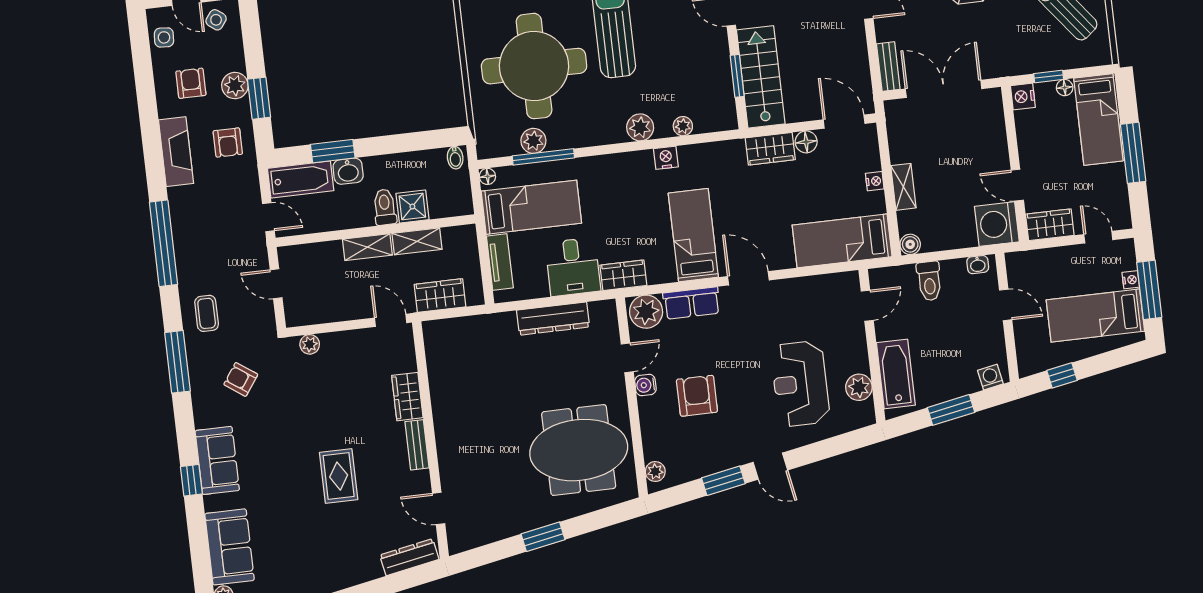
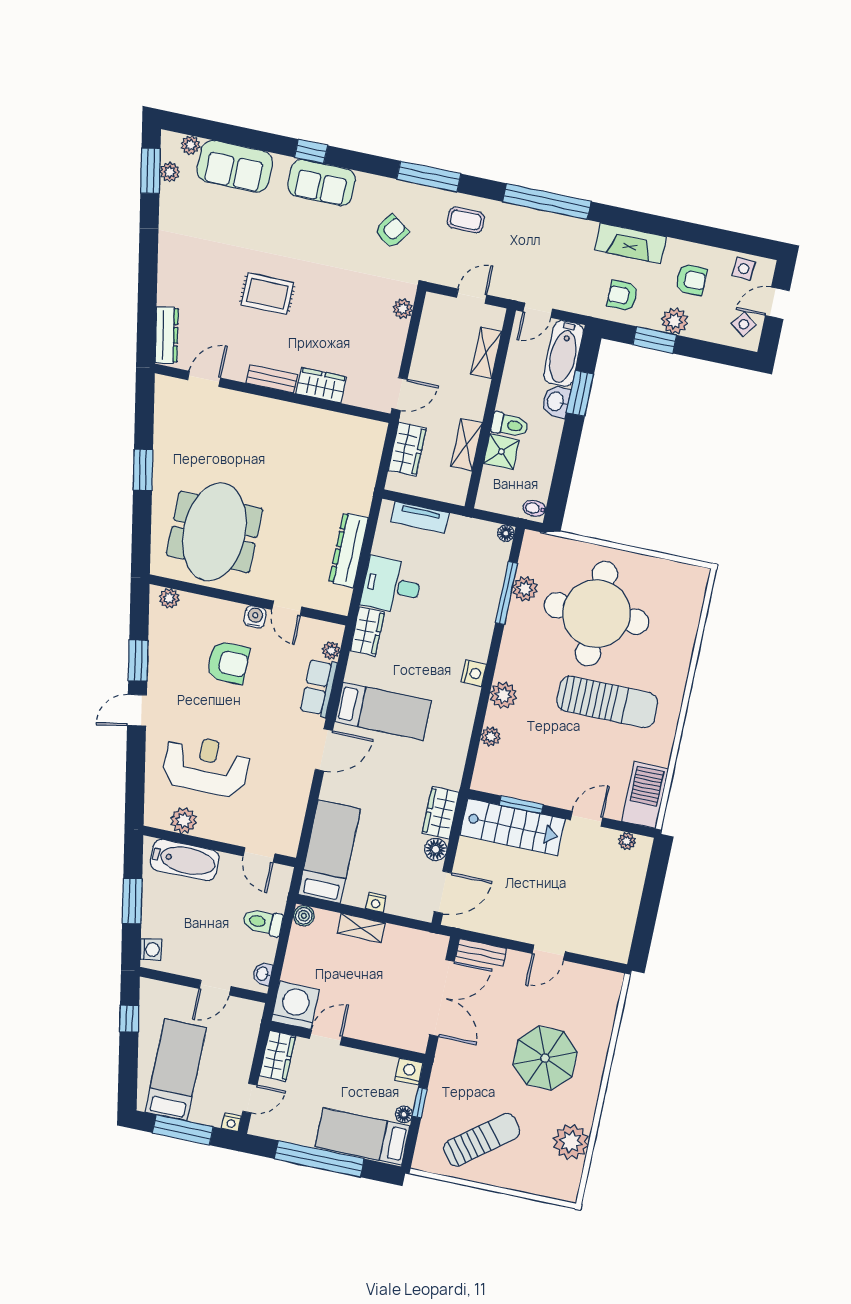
window: (1133, 153) -> (319, 1159), width x1.46
nightstand: (666, 158) -> (474, 673), moved
bed: (531, 207) -> (462, 565), removed
shelving: (367, 247) -> (486, 353), moved
nightstand: (1131, 280) -> (231, 1122), moved
plant: (646, 312) -> (331, 650), width x0.53, depth x0.53

